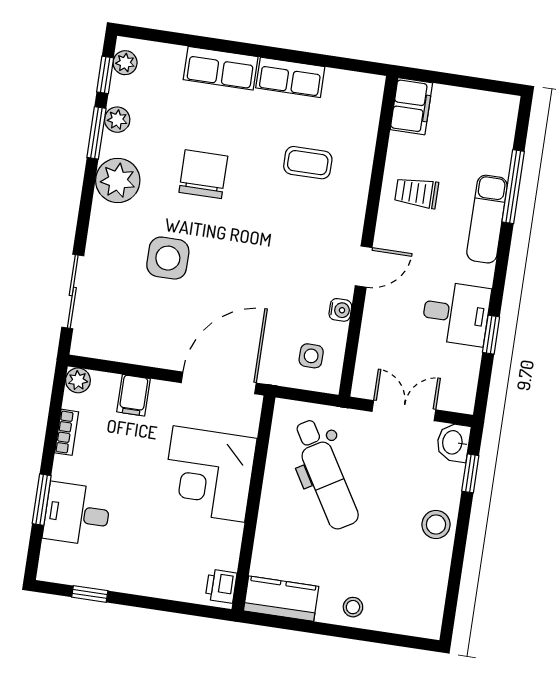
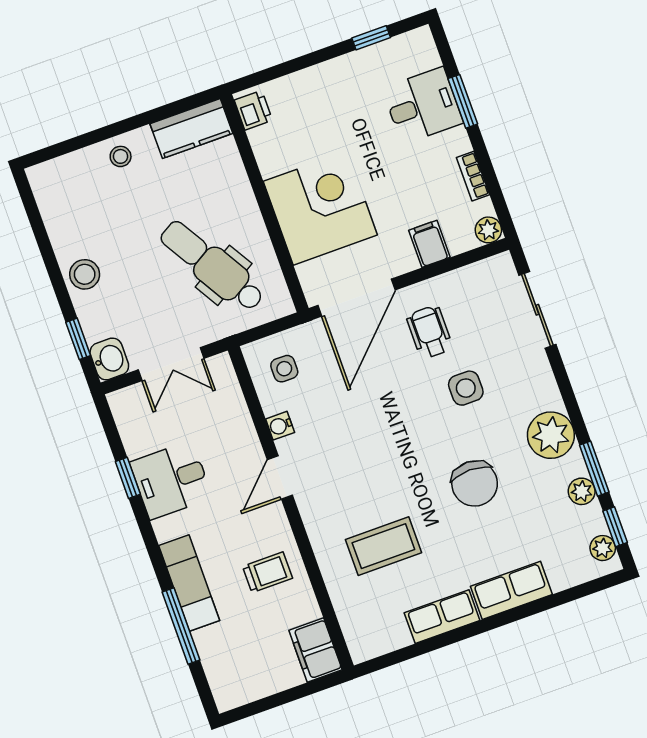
coffee table: (308, 163) -> (383, 546), width x1.36, depth x1.30
side table: (168, 258) -> (466, 388), width x0.73, depth x0.73
wheelchair: (173, 321) -> (430, 332), added

